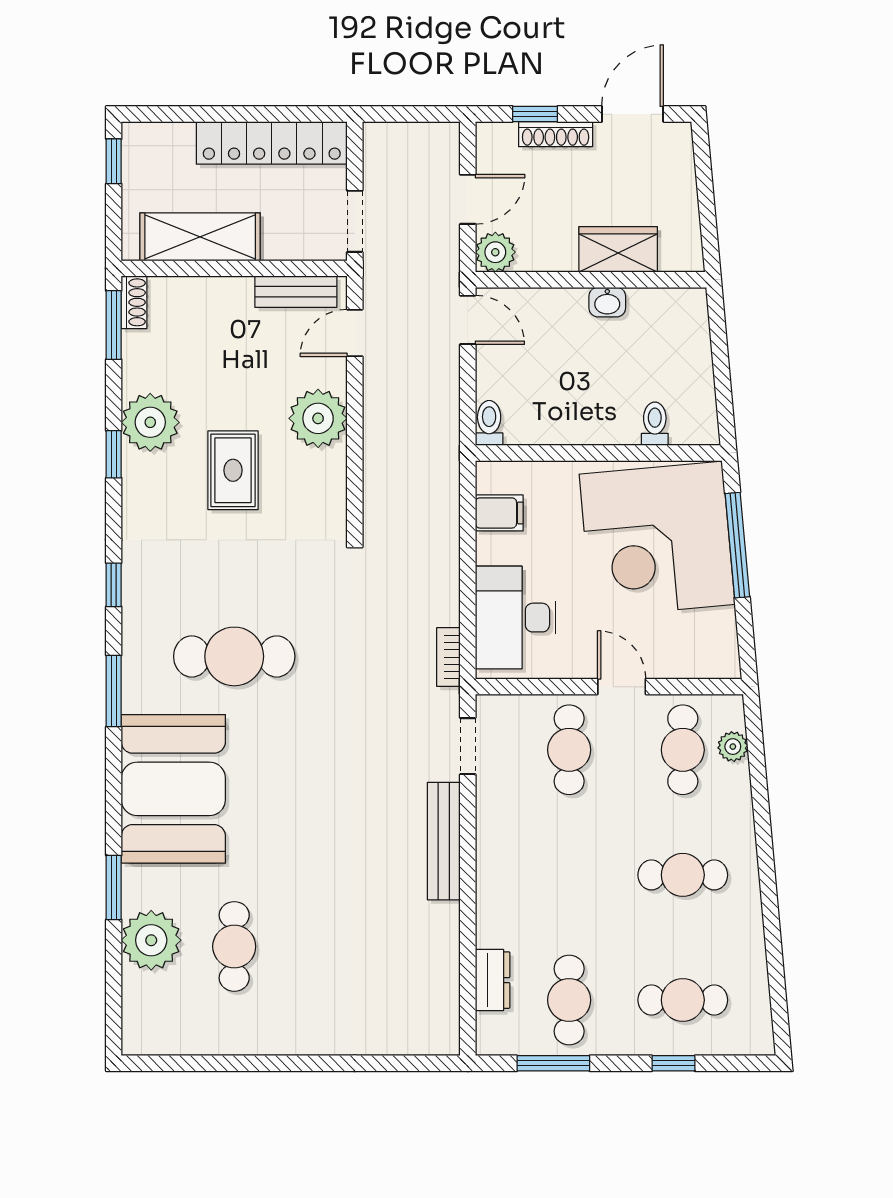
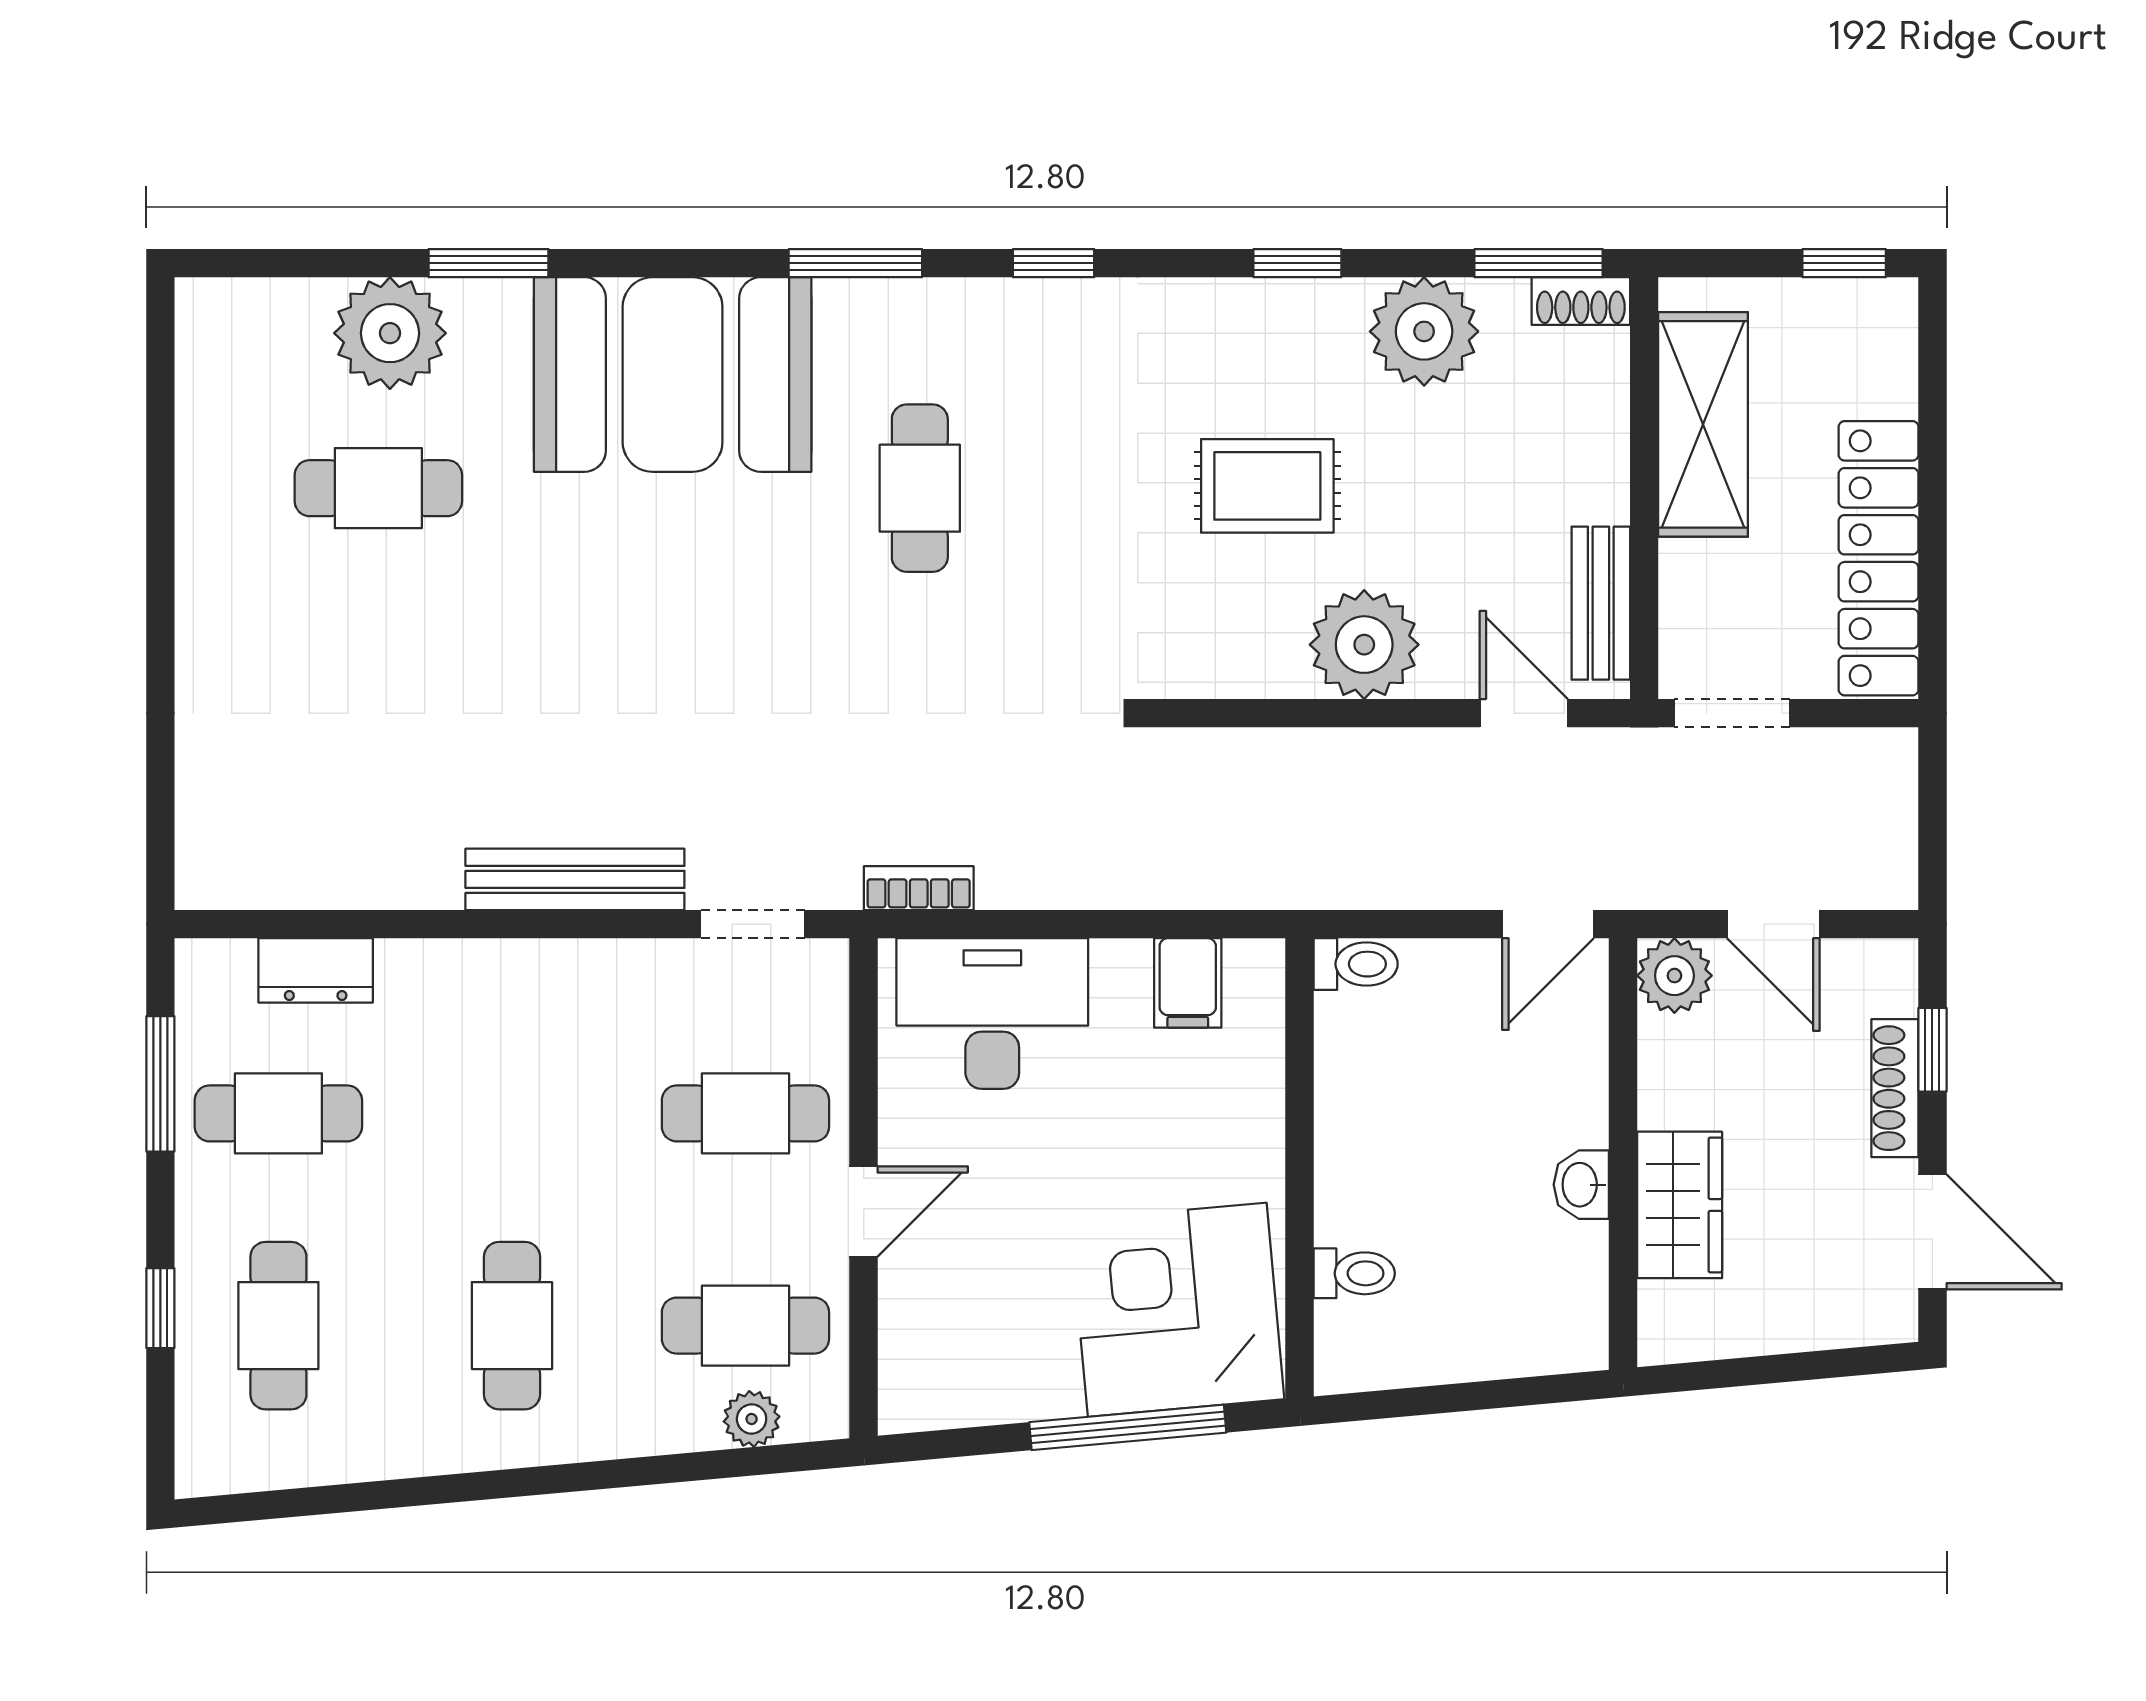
plant: (150, 422) -> (1424, 331), moved
corner desk: (657, 539) -> (1177, 1310), width x0.74, depth x0.74
cafe table: (234, 656) -> (920, 488), width x0.73, depth x0.74

